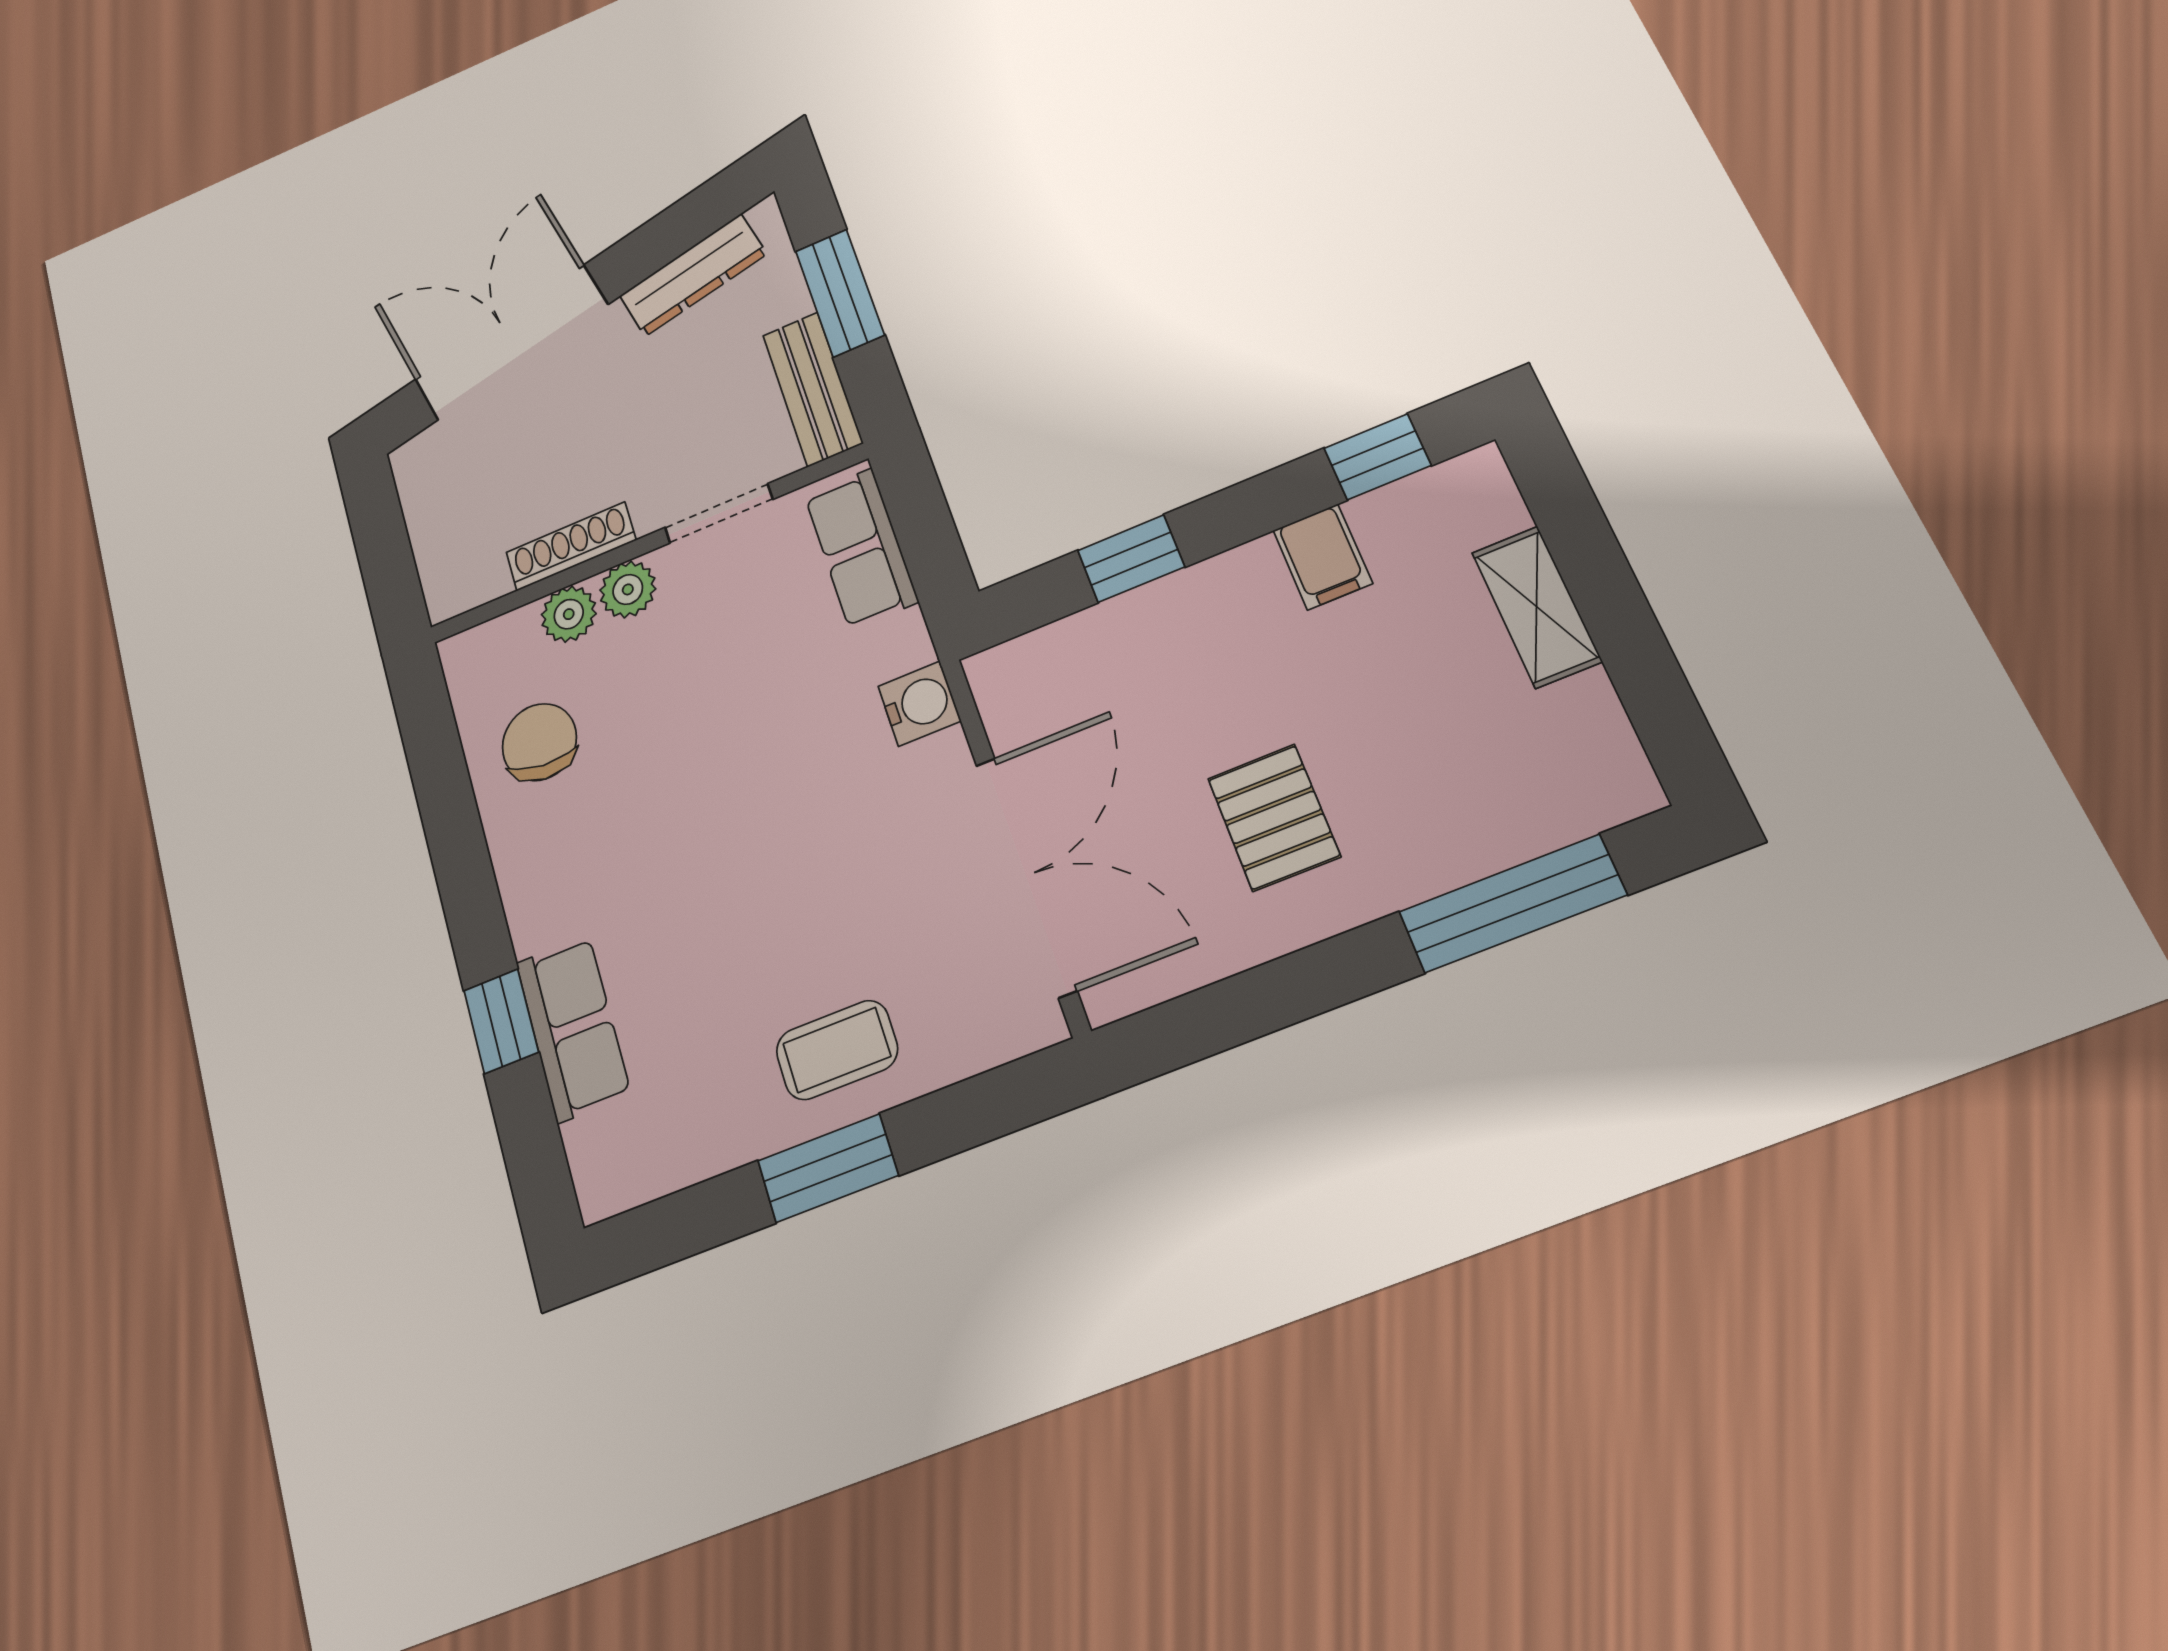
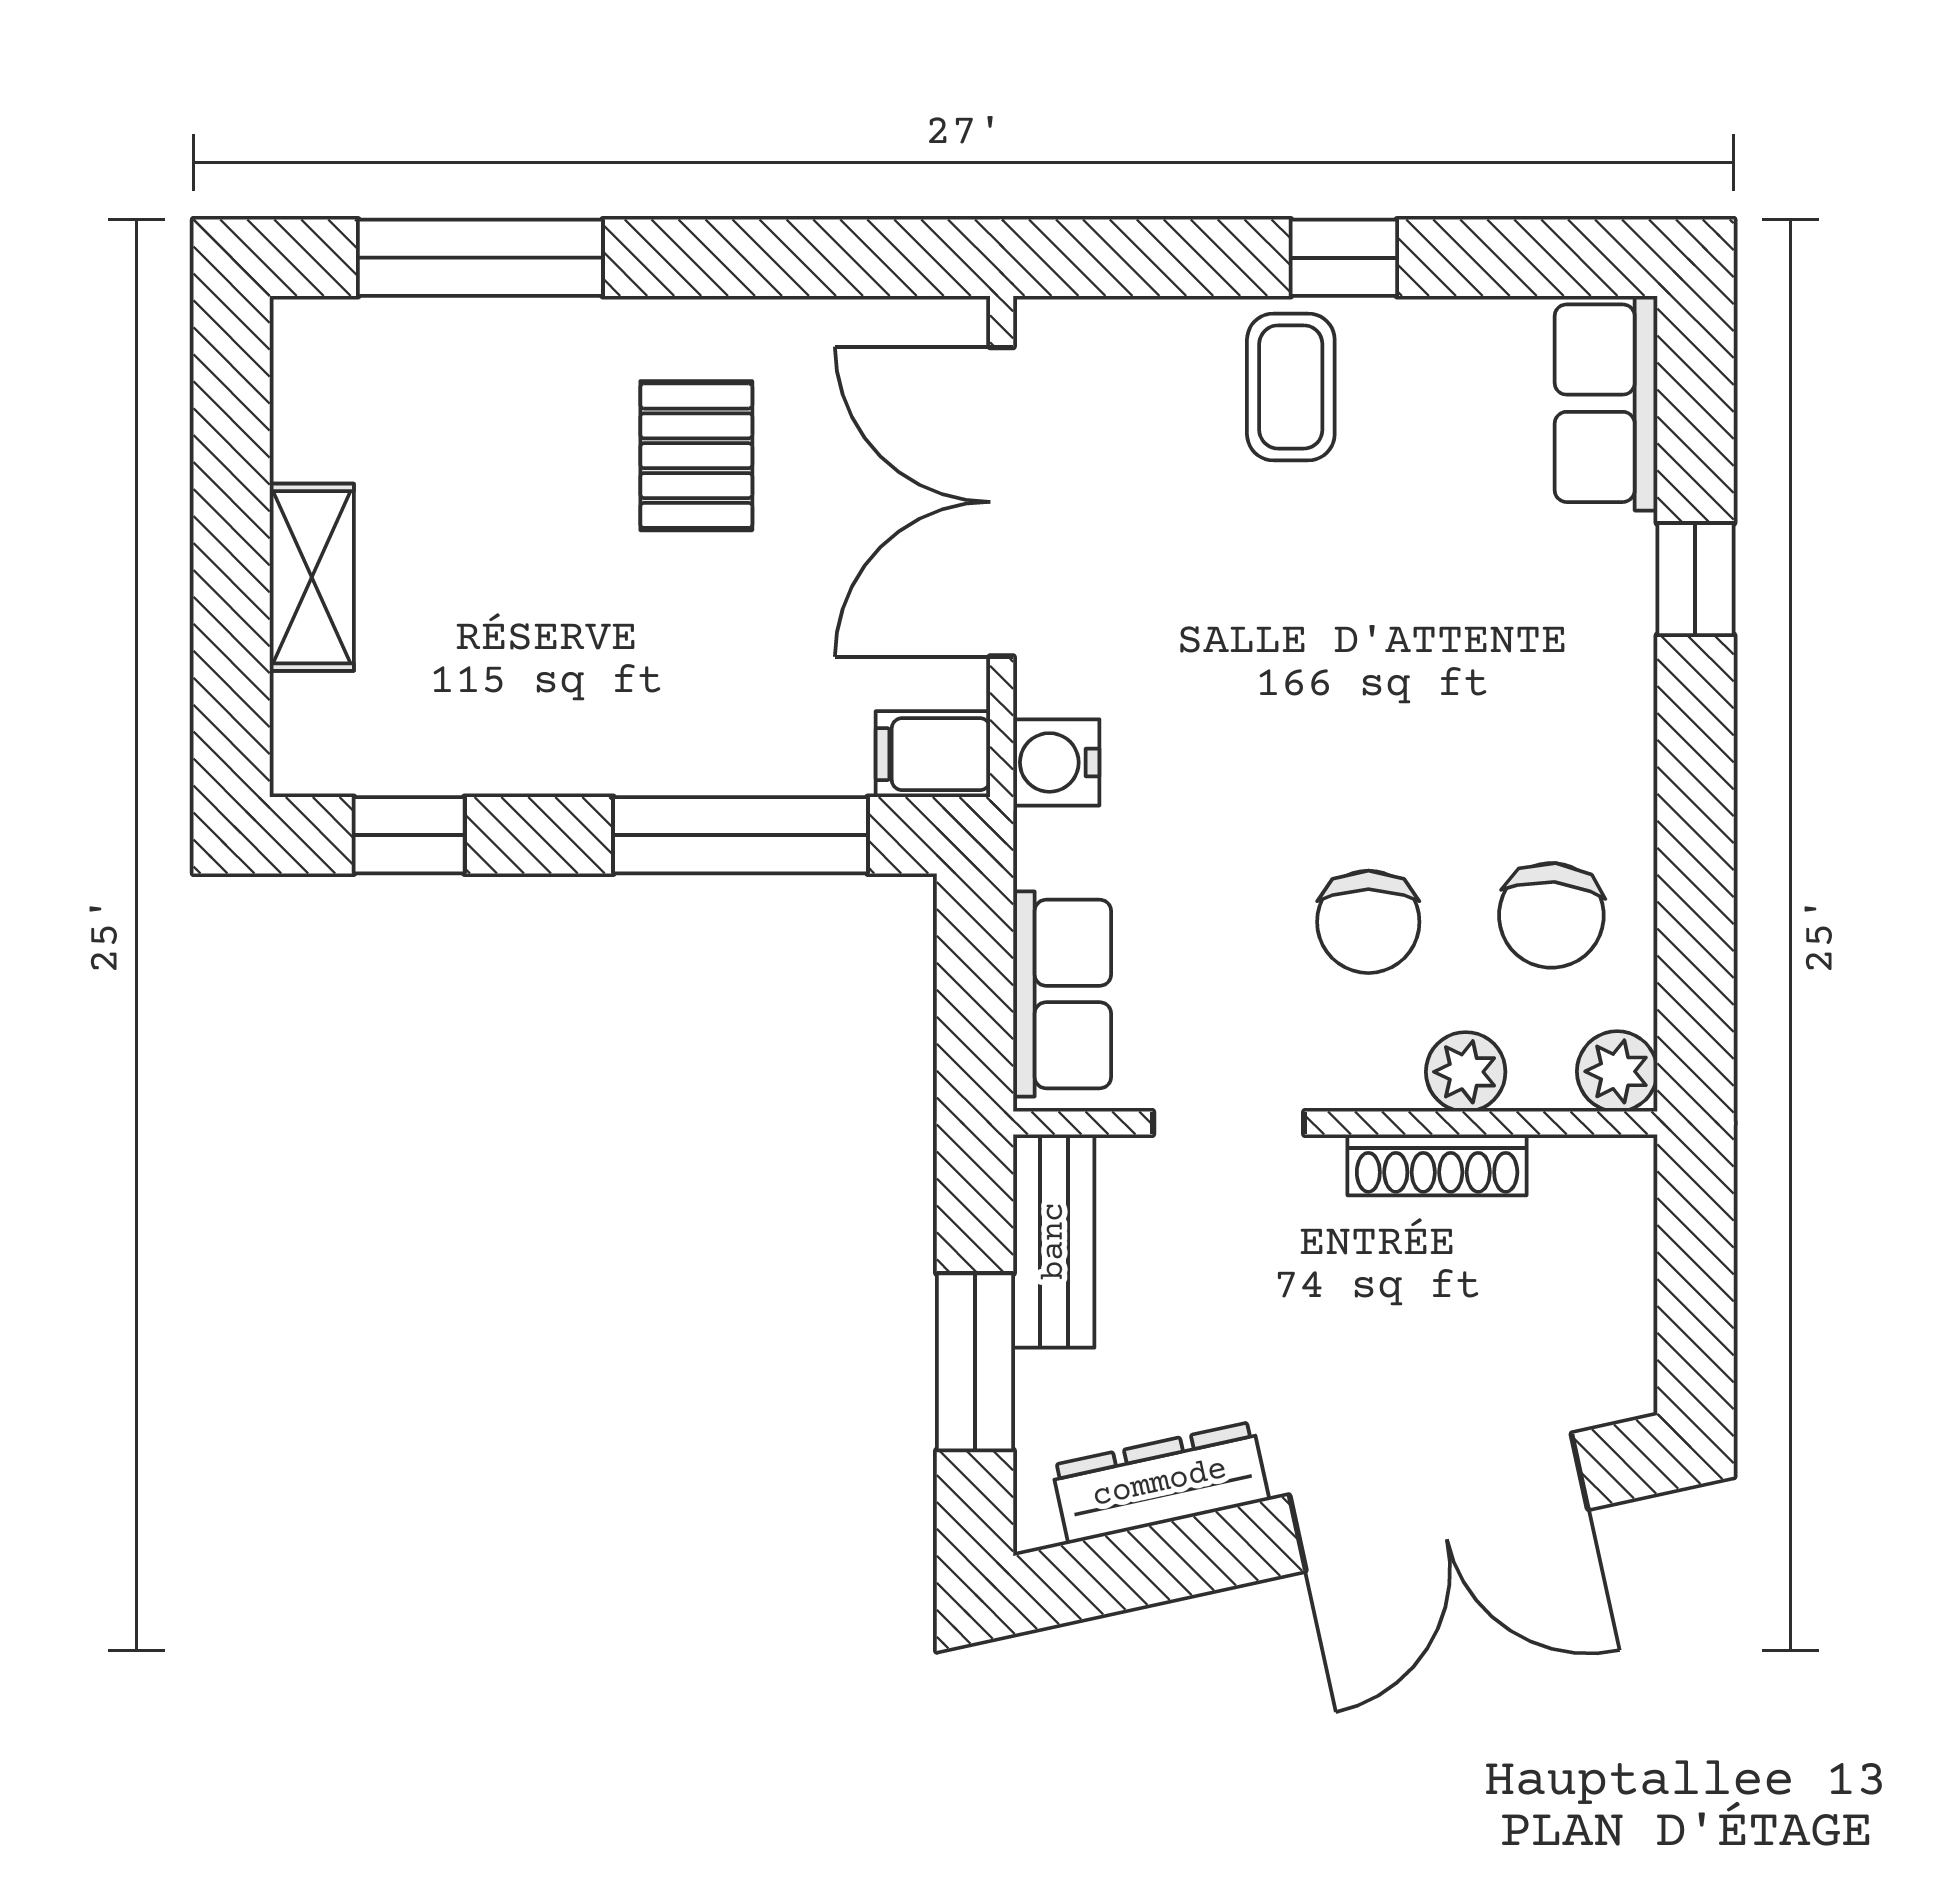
filing cabinet: (1323, 557) -> (933, 754), moved, turned -90
window: (1131, 559) -> (740, 835), width x2.17
plant: (628, 589) -> (1617, 1071), moved
chair: (664, 685) -> (1368, 922), added
row of seats: (573, 1028) -> (1606, 403), moved
coffee table: (837, 1050) -> (1291, 387), turned 90
window: (828, 1168) -> (1344, 258), width x0.67

